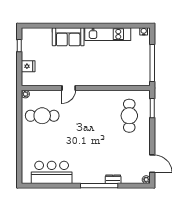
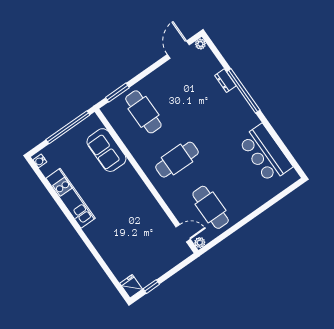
sofa: (68, 37) -> (106, 150), moved, turned 180
fridge: (28, 66) -> (131, 286), moved
door: (69, 88) -> (183, 233), moved
cafe table: (86, 116) -> (177, 160), added
cafe table: (129, 116) -> (143, 112), turned 90

